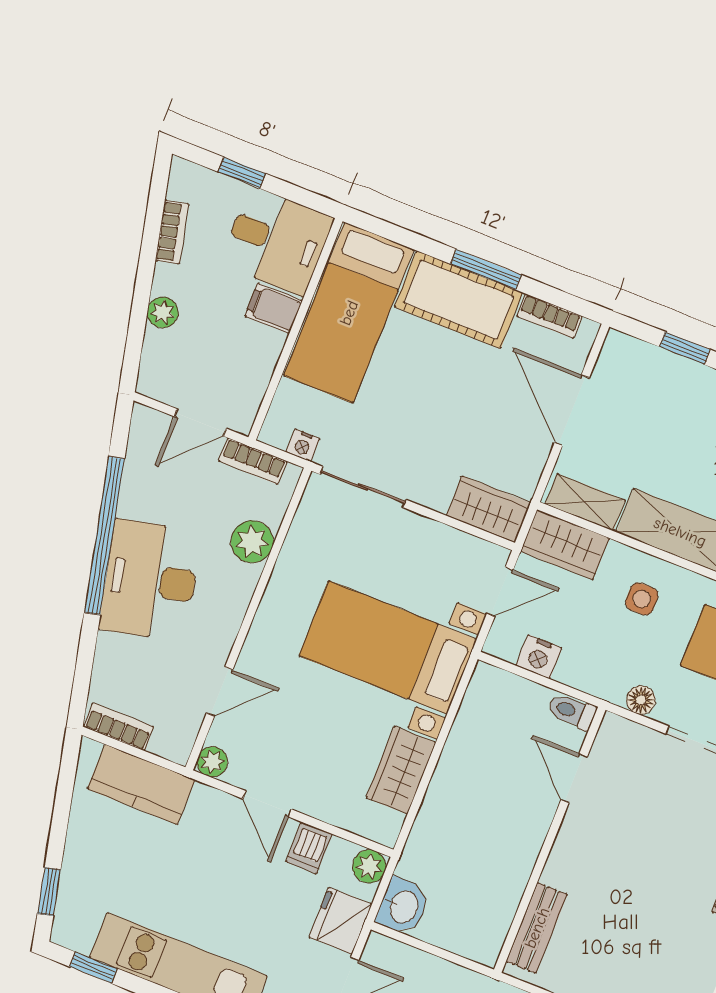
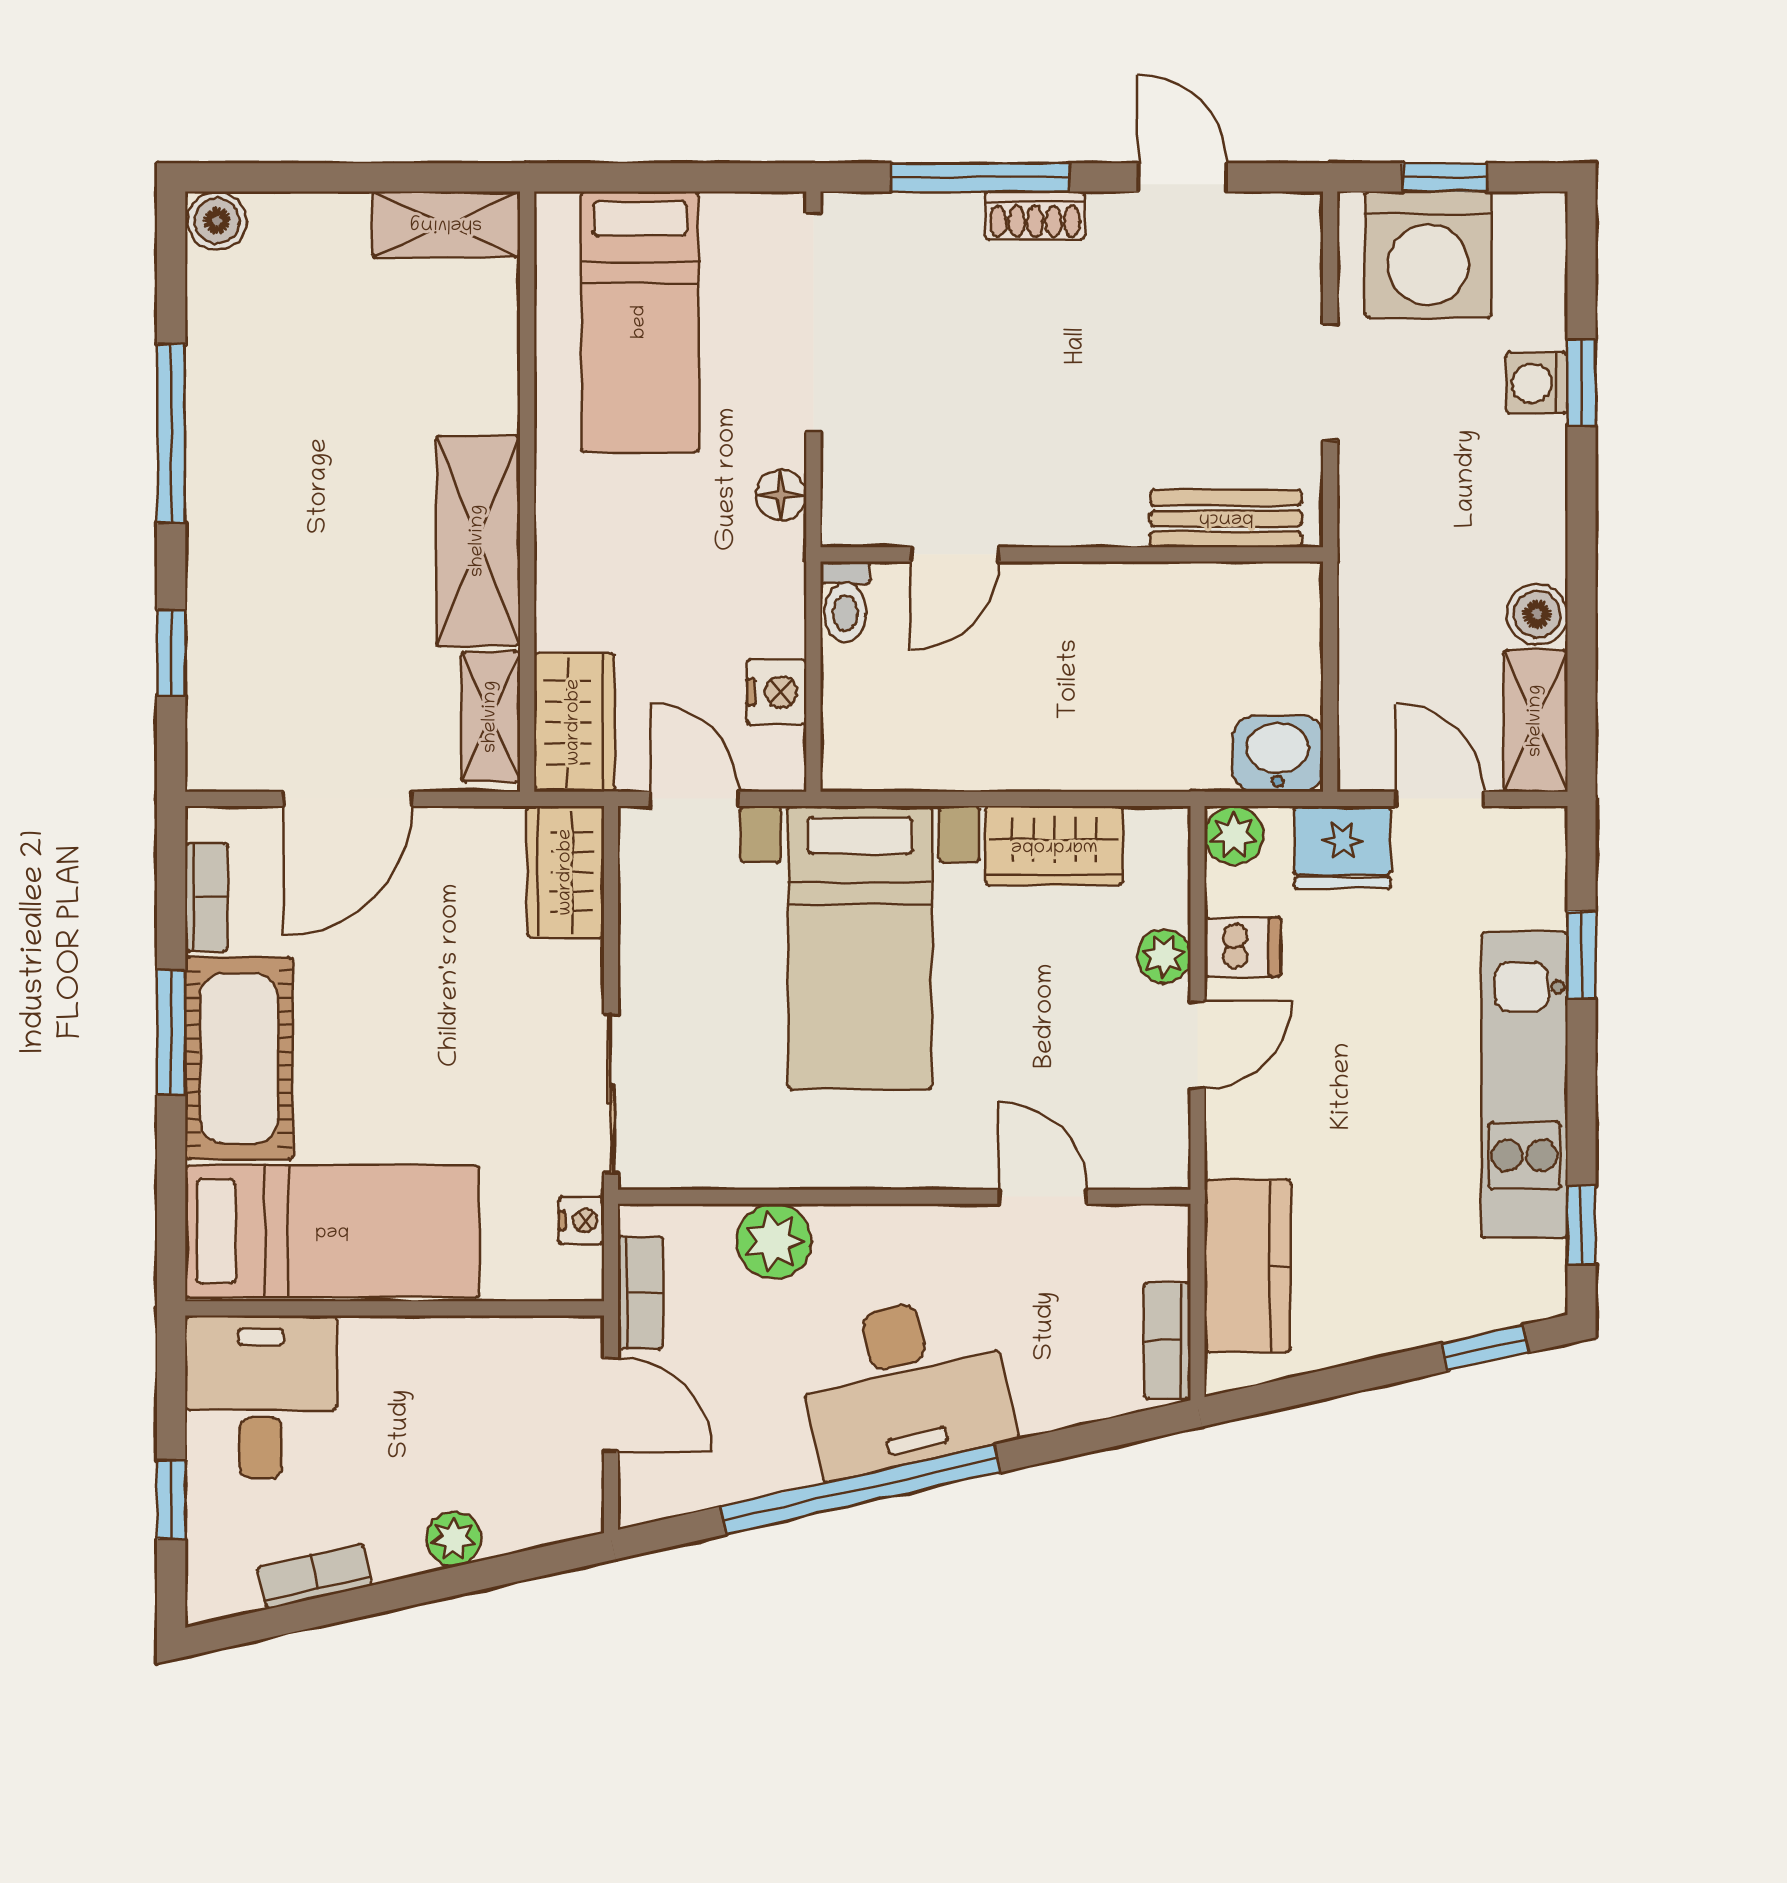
filing cabinet: (274, 308) -> (374, 1358), removed
side table: (642, 599) -> (614, 560), removed
plant: (212, 762) -> (1164, 956), moved

